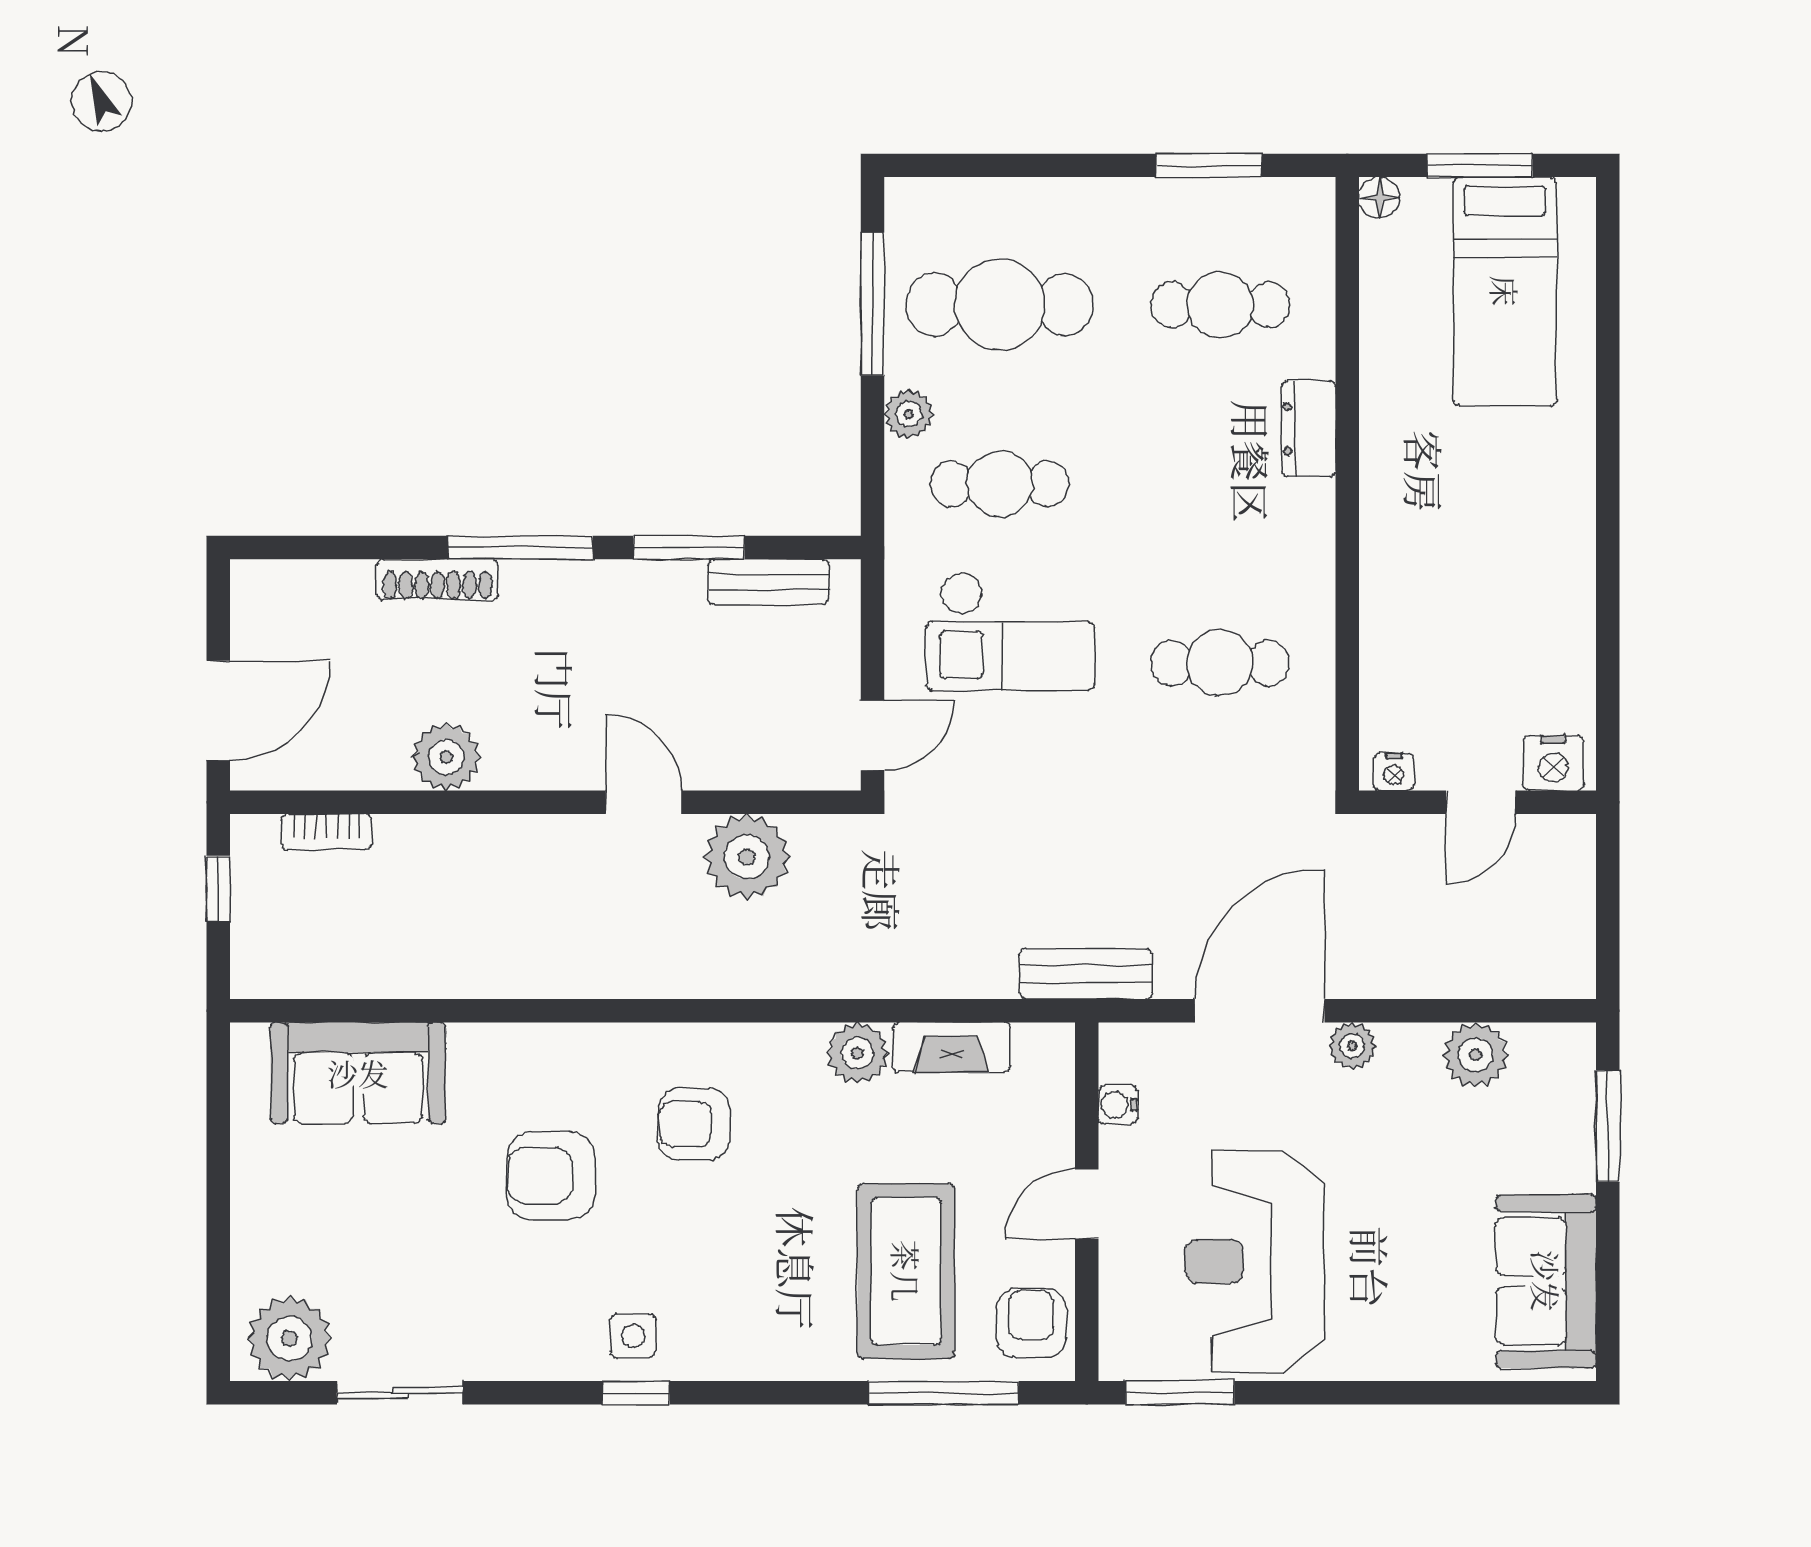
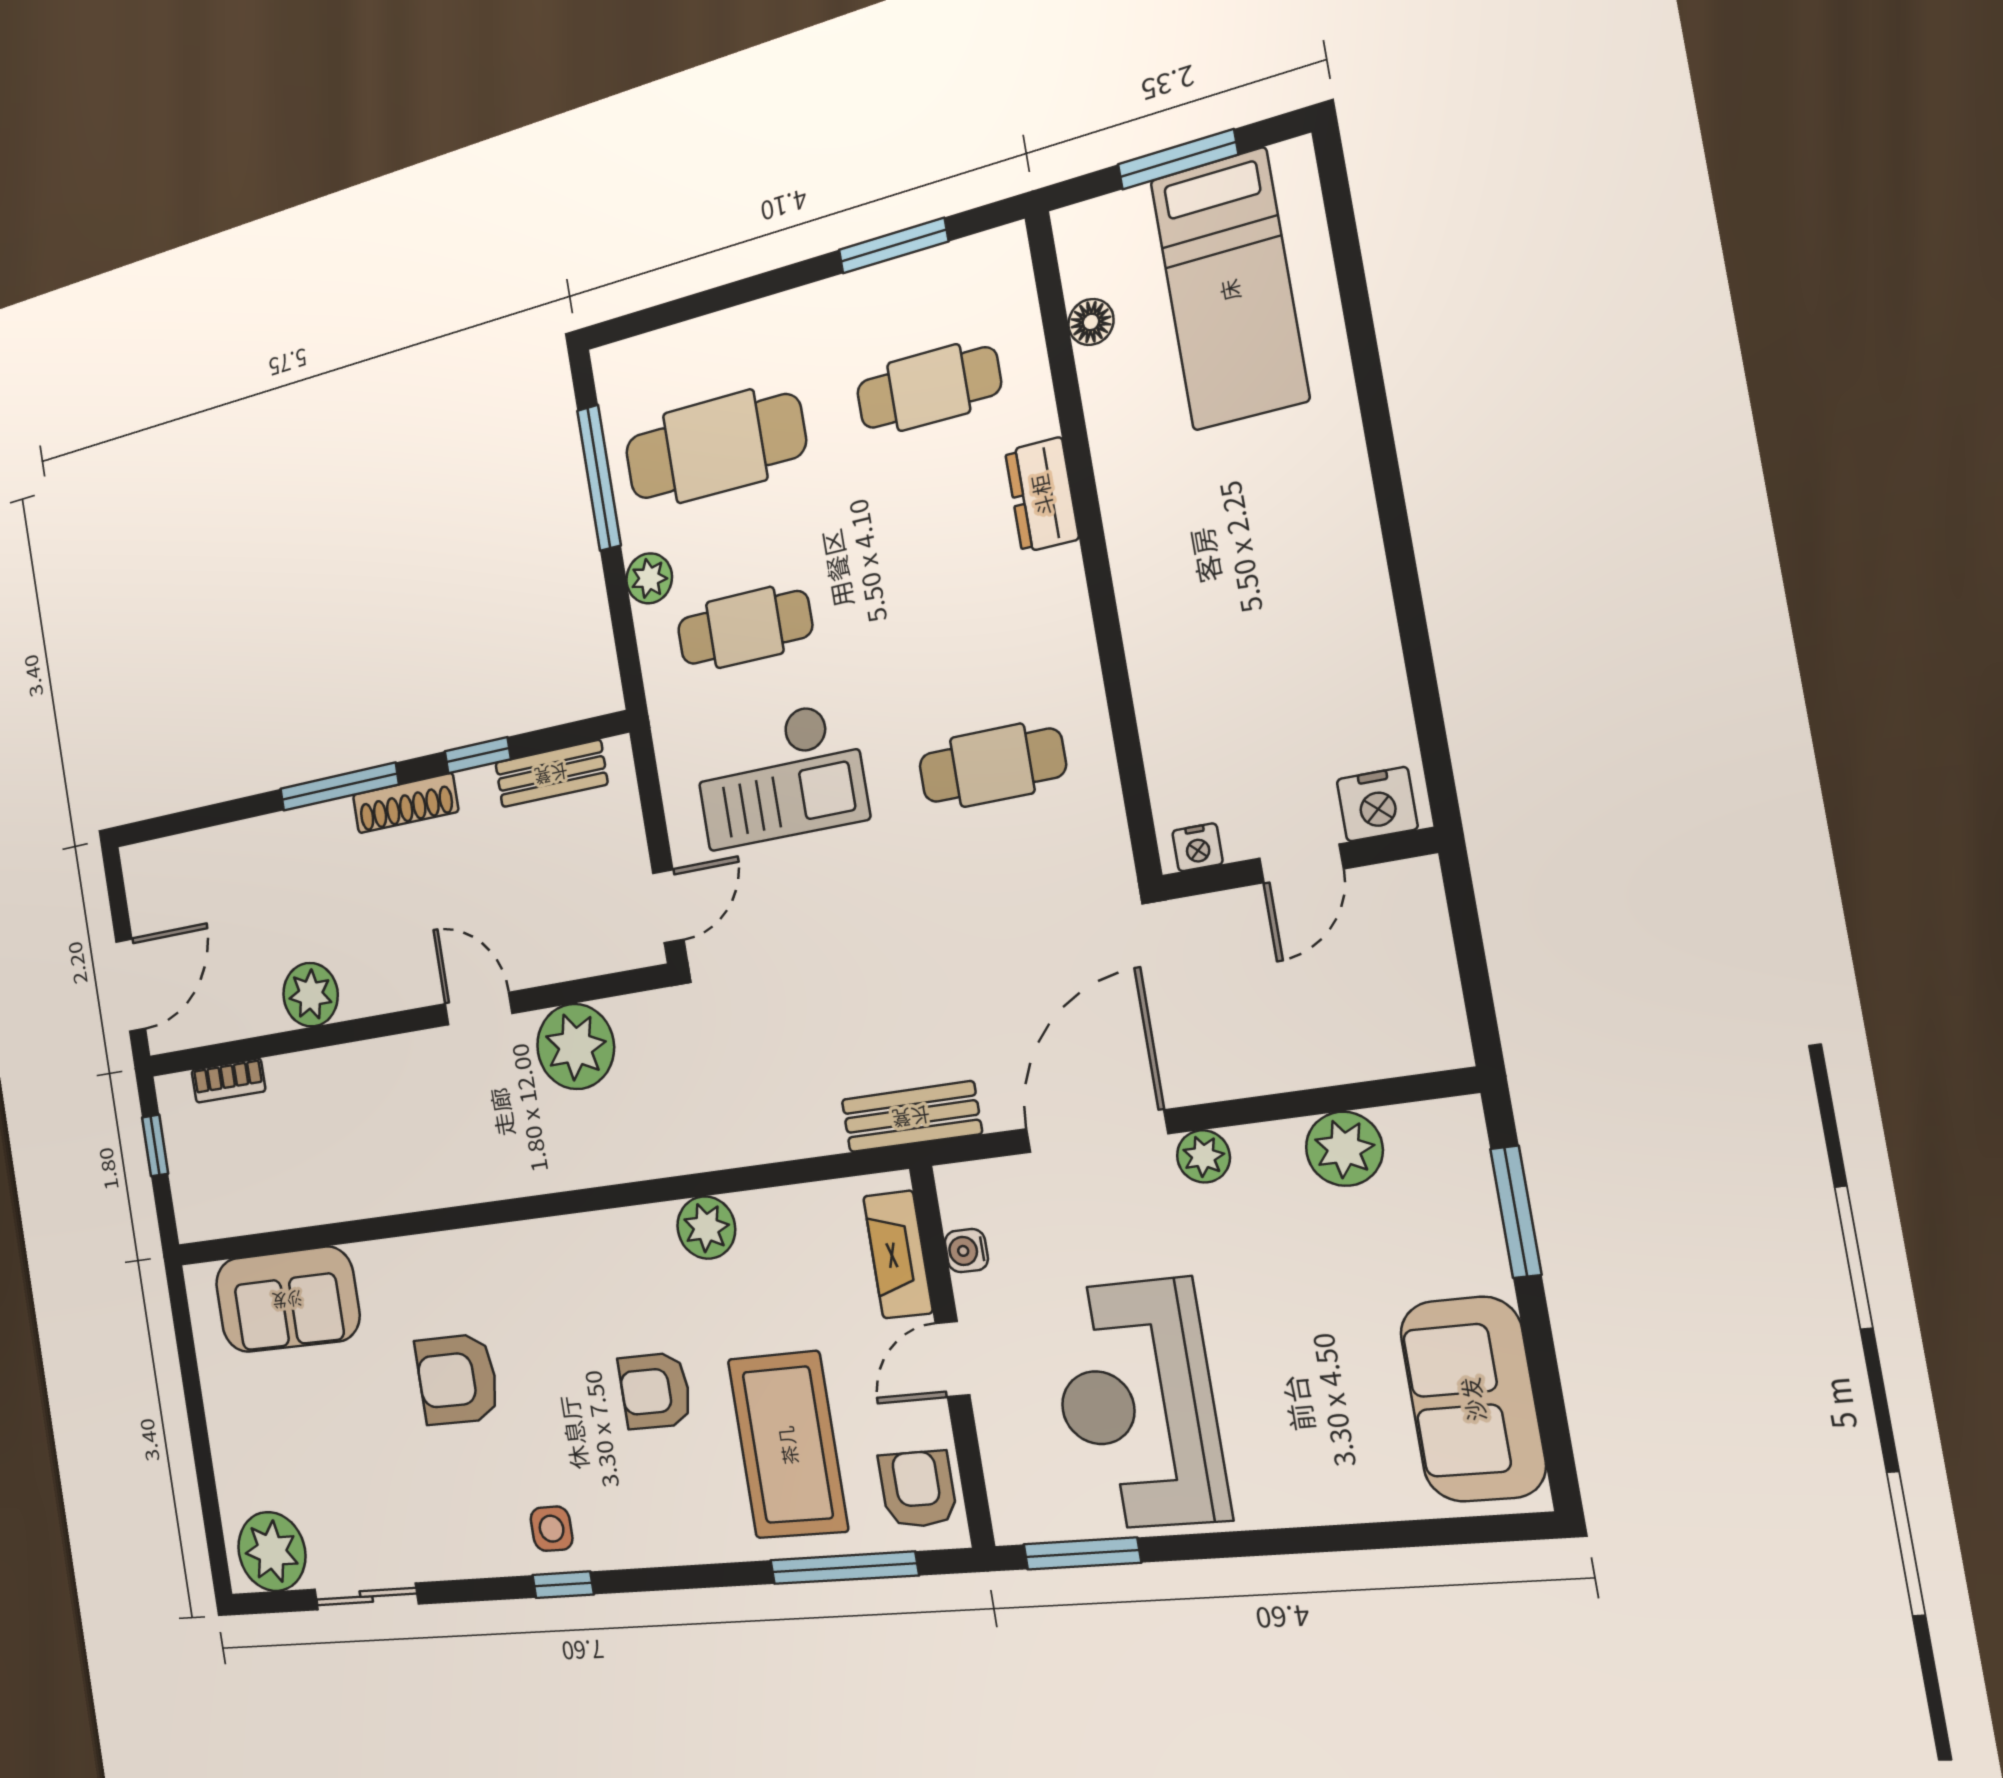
floor lamp: (1379, 198) -> (1091, 322), moved
window: (689, 548) -> (478, 755), width x0.67
shoe rack: (438, 580) -> (405, 803), moved
fireplace: (951, 1047) -> (898, 1255), moved, turned 90
armchair: (694, 1124) -> (655, 1391), moved

